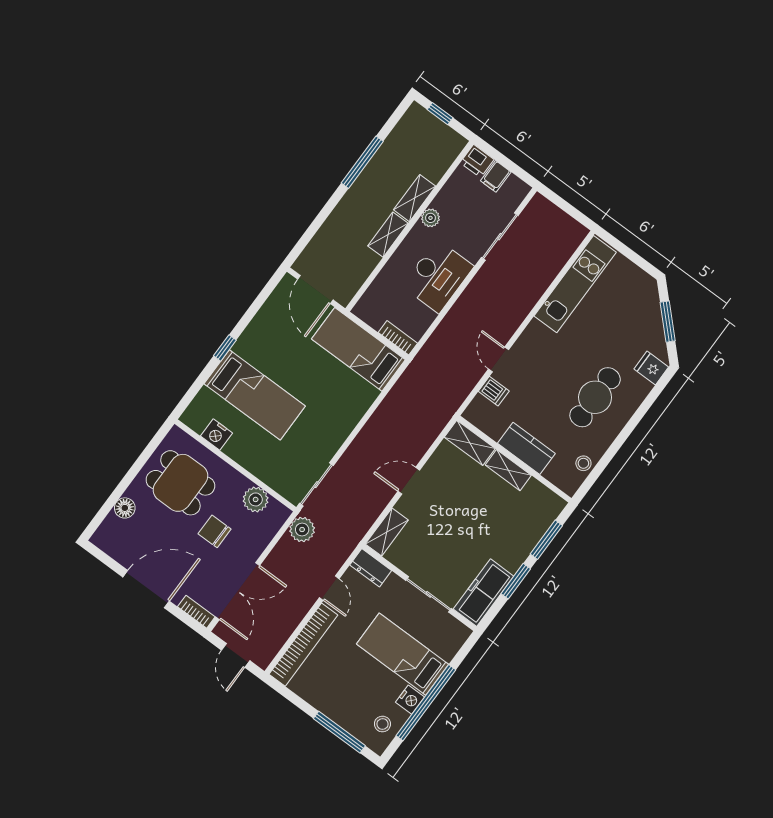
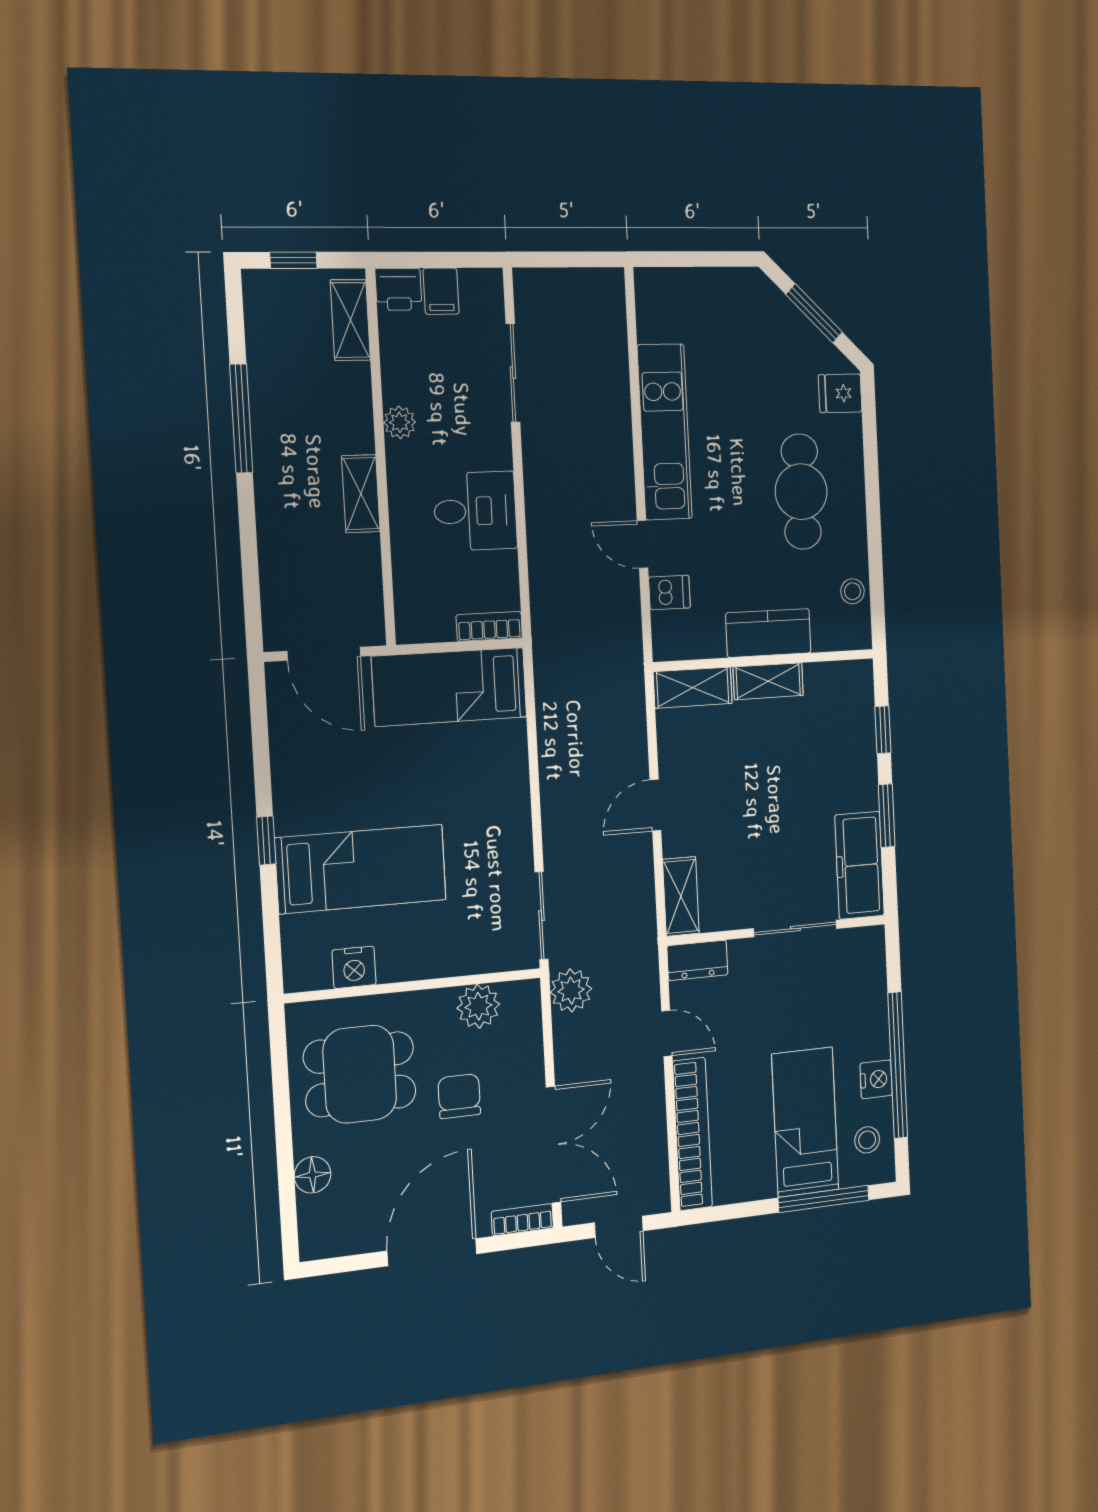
shelving: (415, 198) -> (350, 320), moved
desk: (438, 276) -> (475, 511), width x0.73
kitchen unit: (575, 284) -> (665, 432), moved
chair: (215, 531) -> (459, 1096), turned 90
window: (546, 540) -> (883, 730), width x0.67
bed: (403, 654) -> (805, 1122), moved, turned 90

